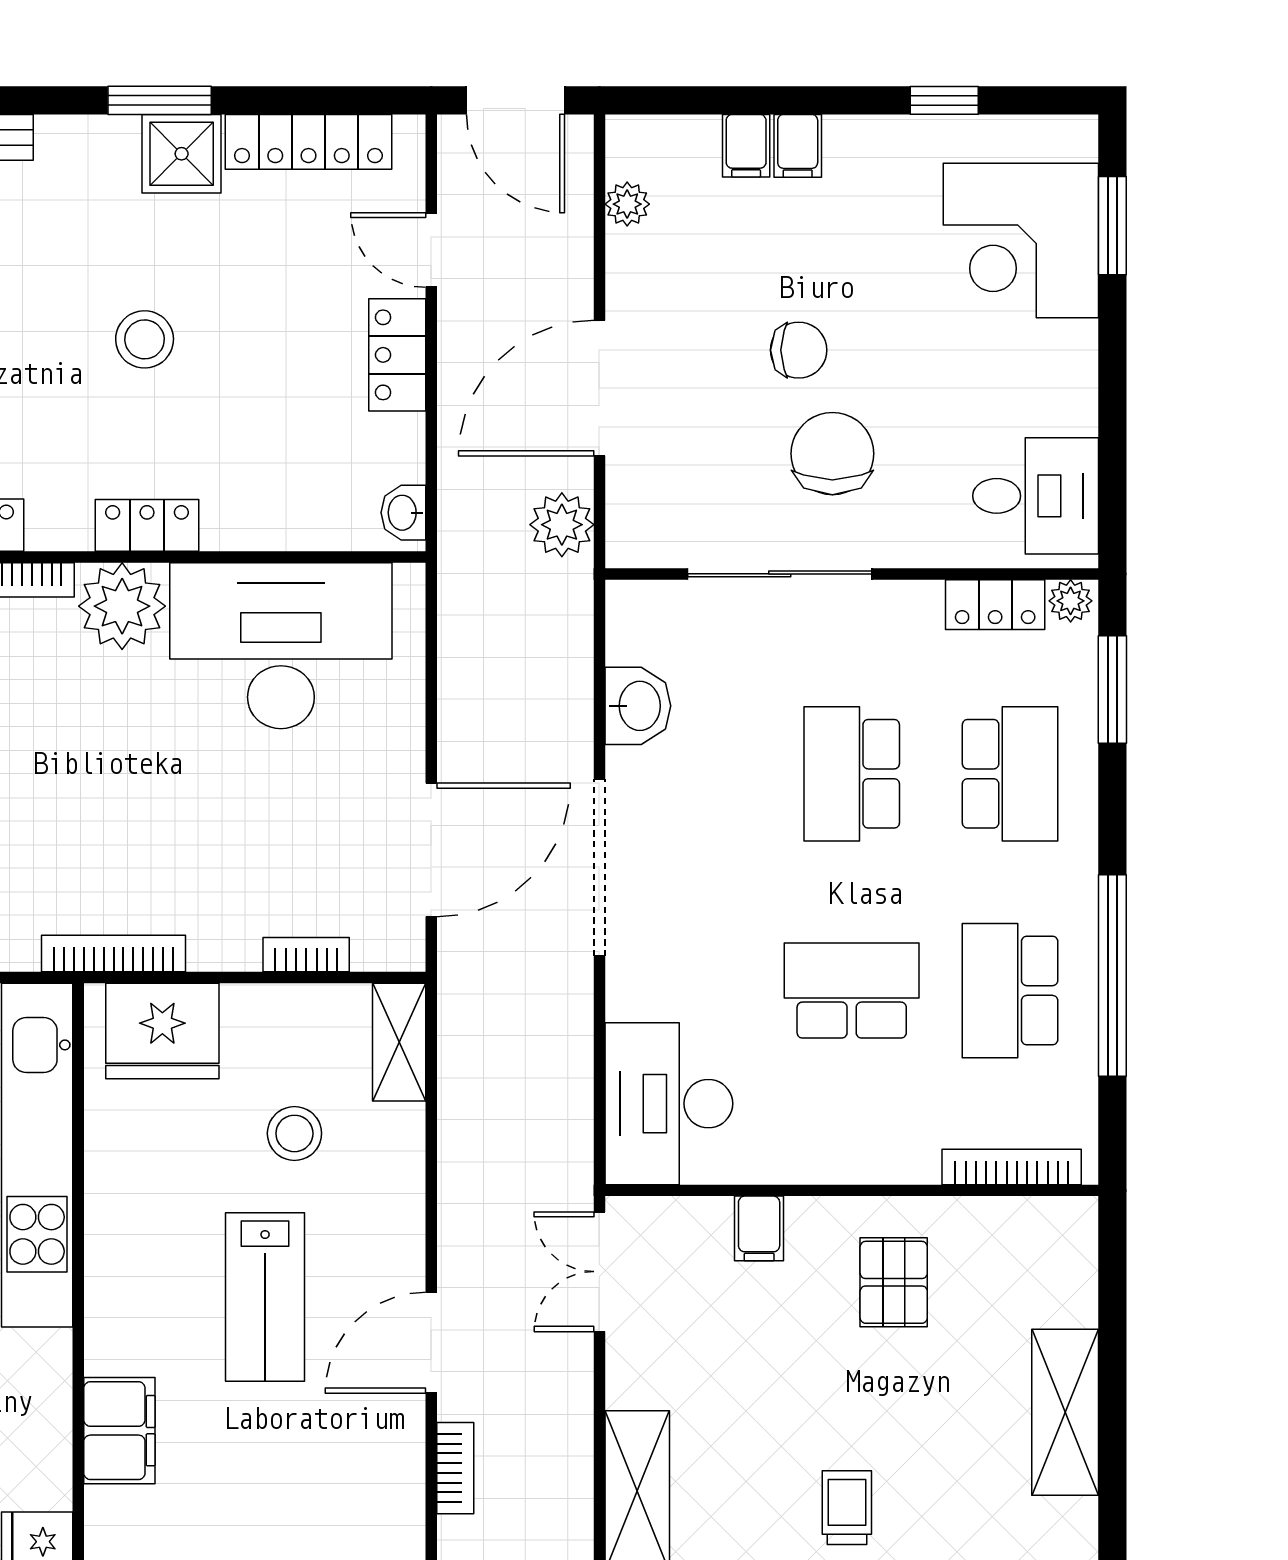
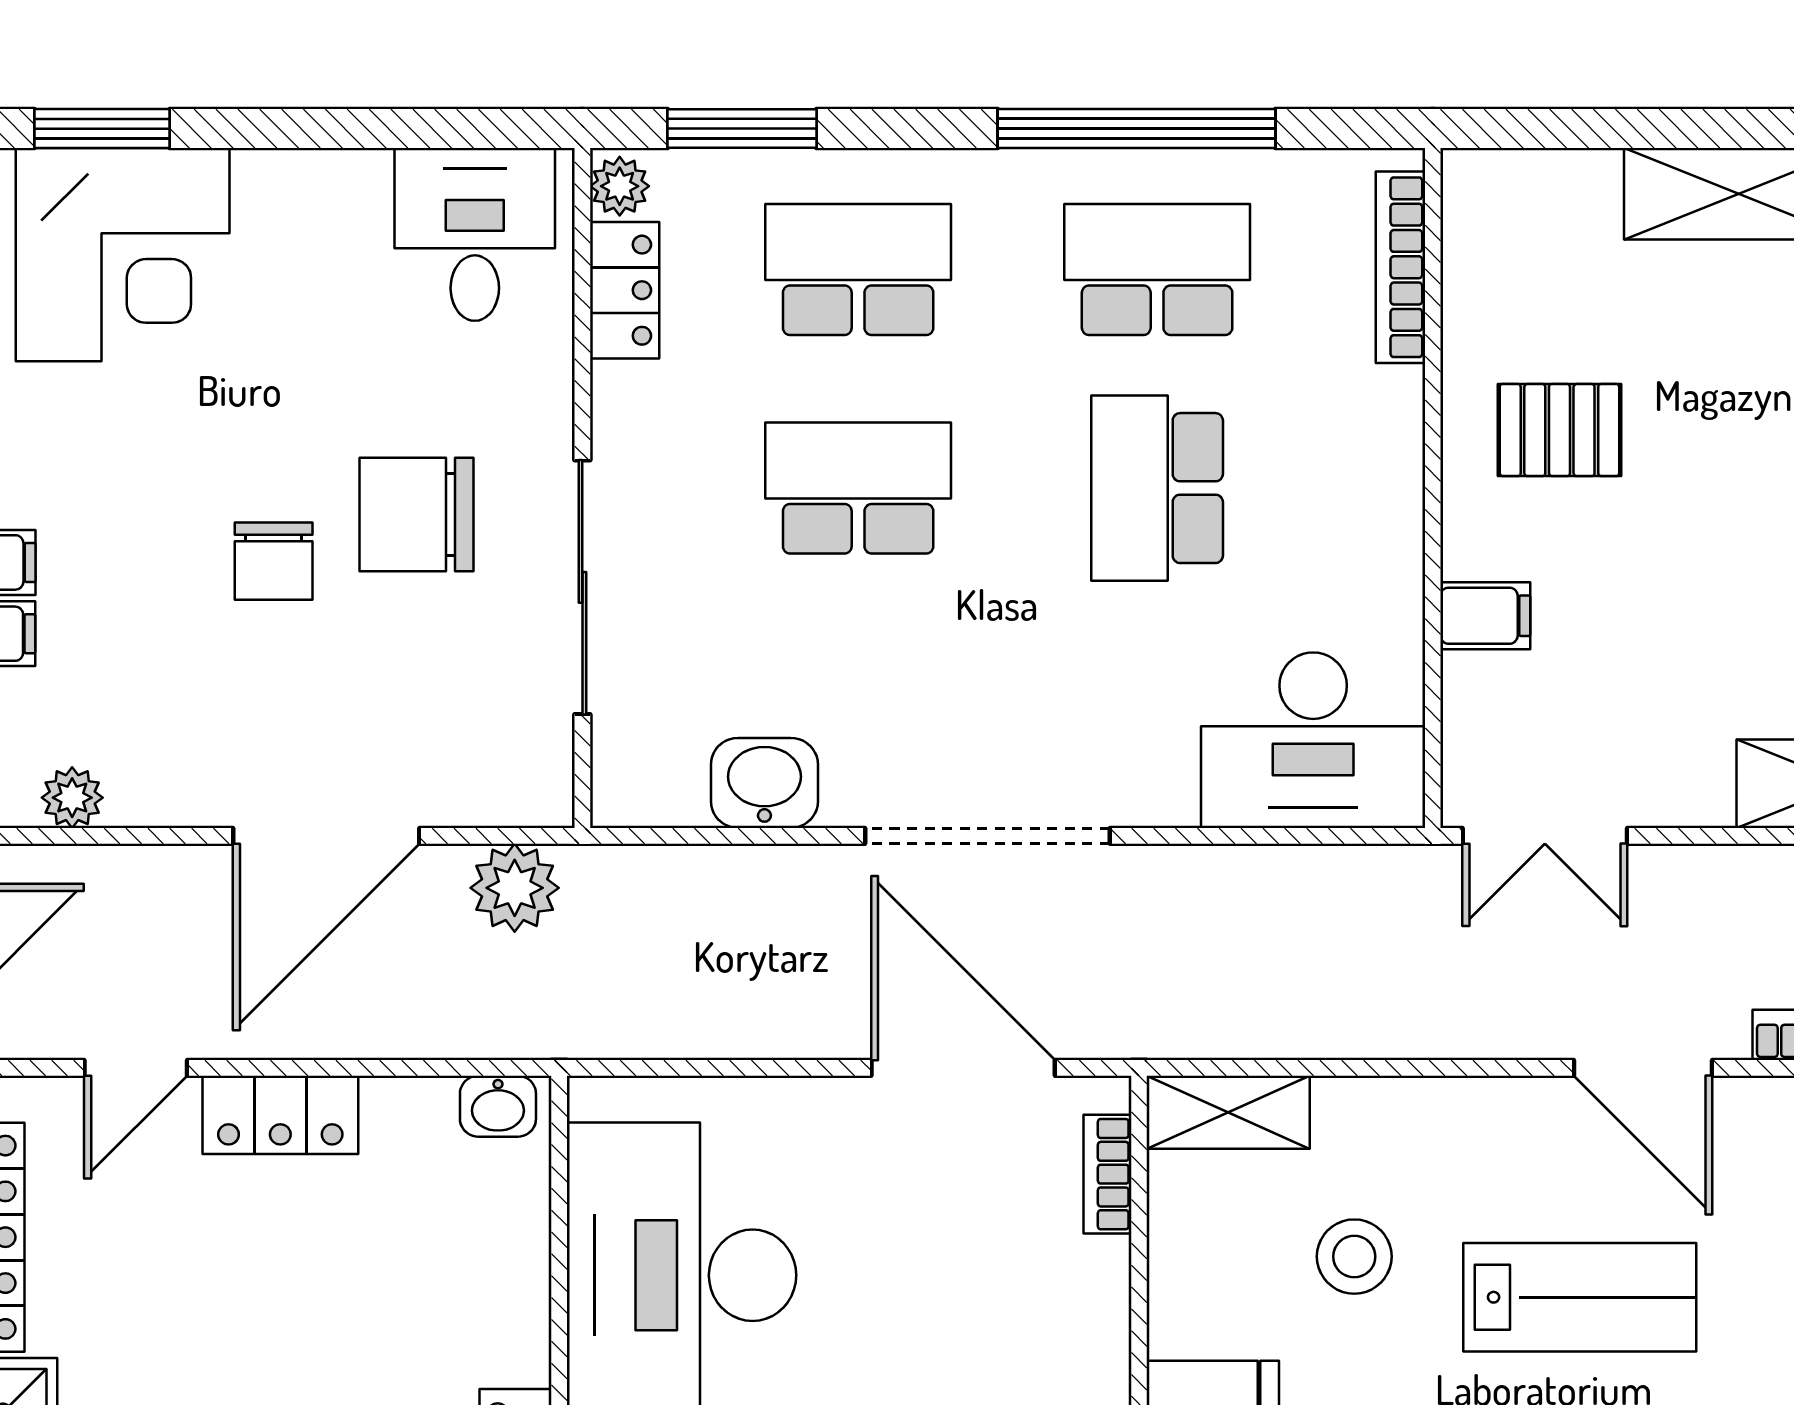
chair: (799, 350) -> (274, 561), turned 180
door: (599, 388) -> (326, 836), hinge flipped
school desk: (852, 774) -> (858, 488), turned 180
bookcase: (306, 955) -> (1108, 1174), moved
school desk: (1010, 991) -> (1157, 270), turned 180

